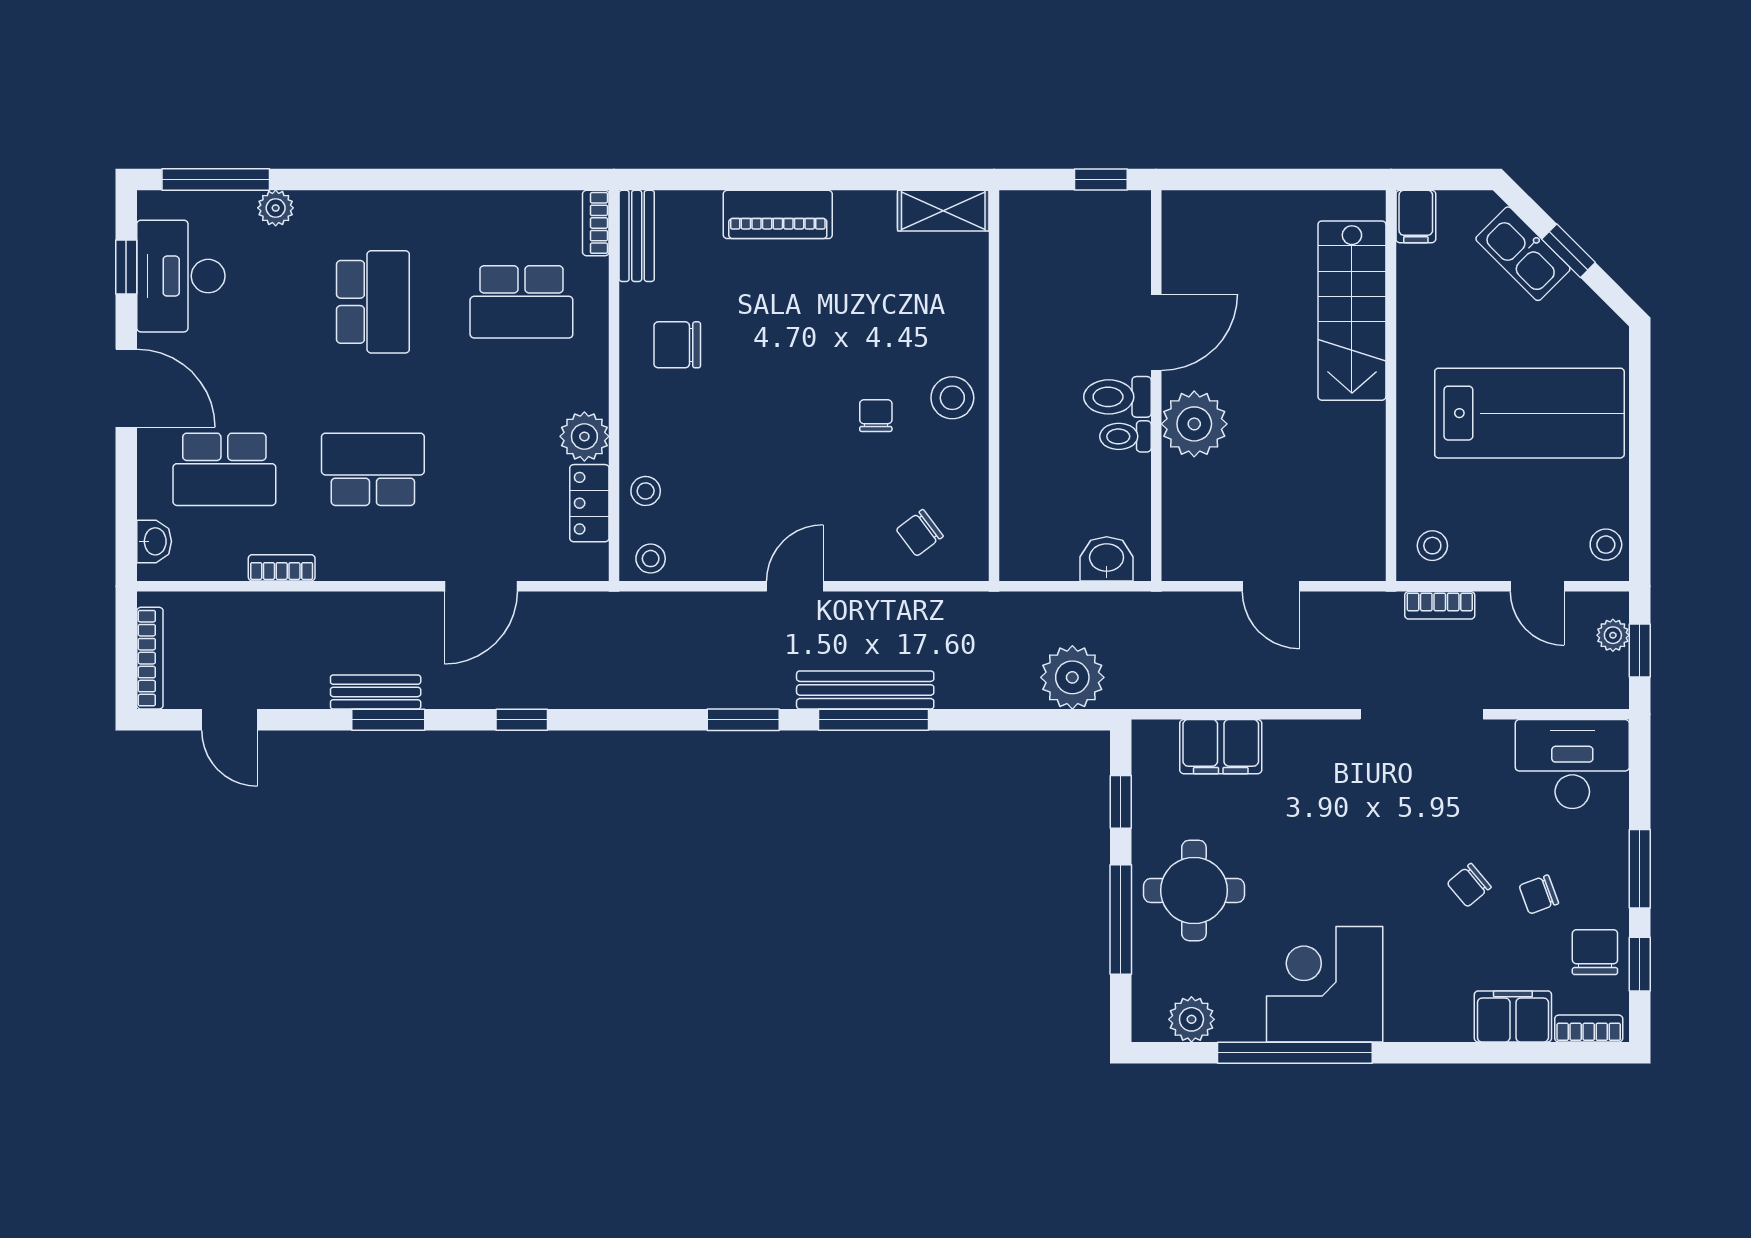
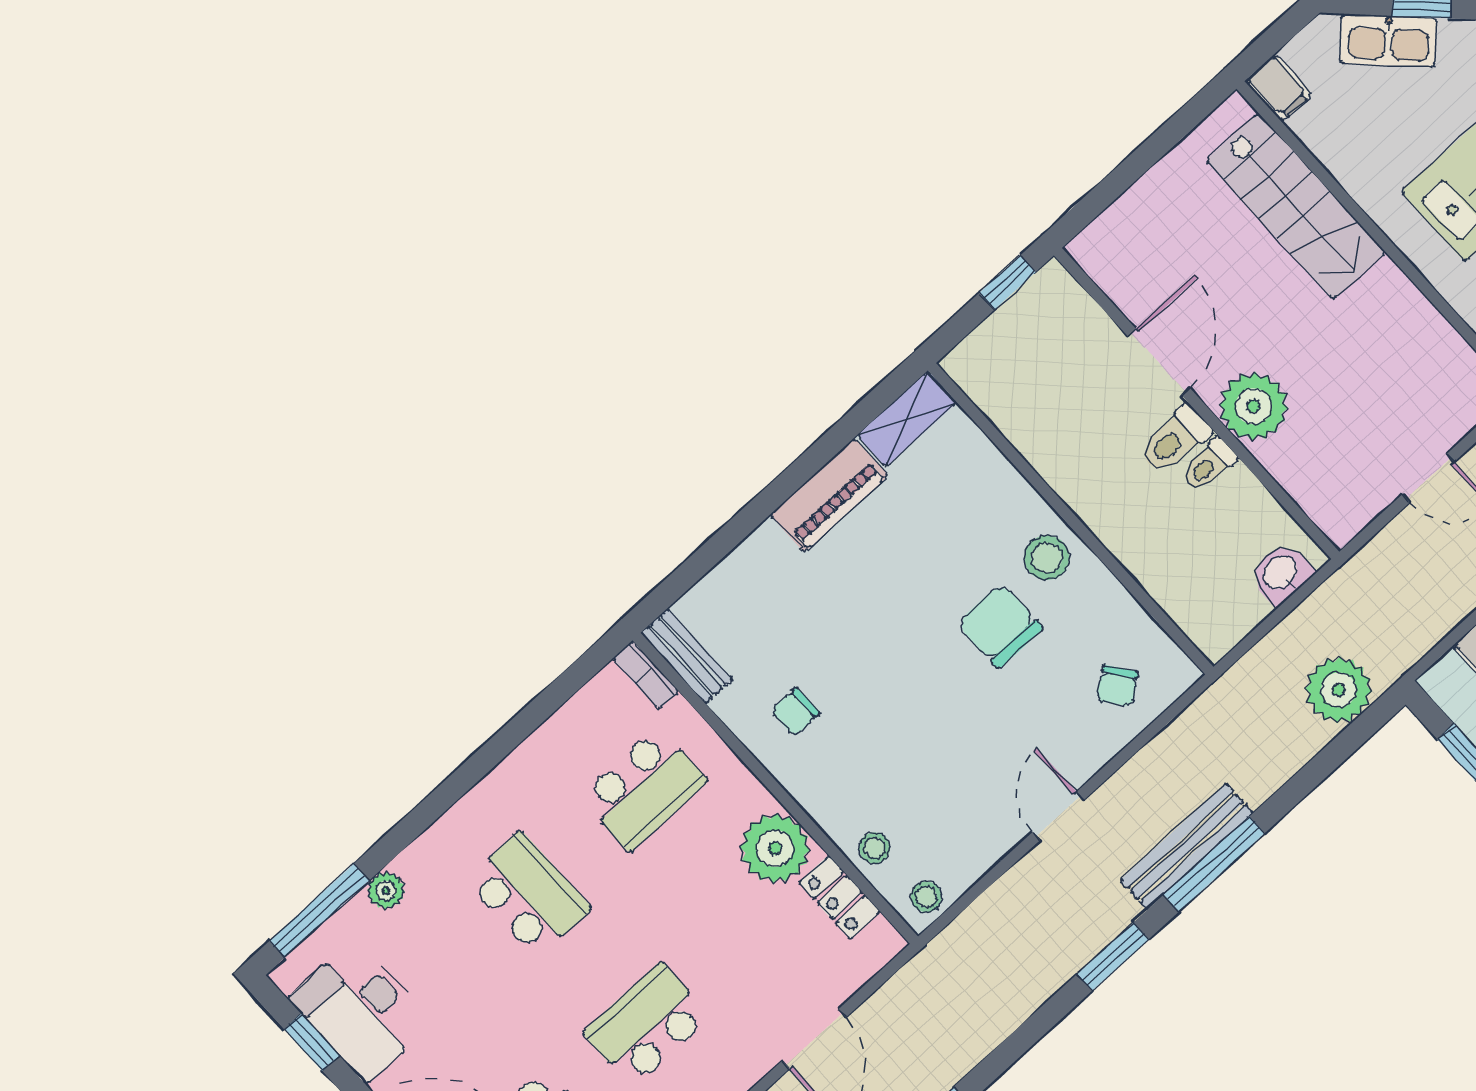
piano: (778, 214) -> (829, 495), moved
chair: (677, 345) -> (795, 712), width x0.73, depth x0.73
chair: (876, 416) -> (1000, 626), width x1.87, depth x1.87
plant: (584, 436) -> (775, 848), width x1.36, depth x1.36

